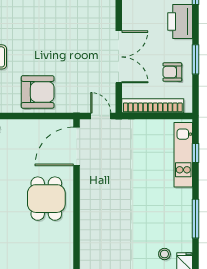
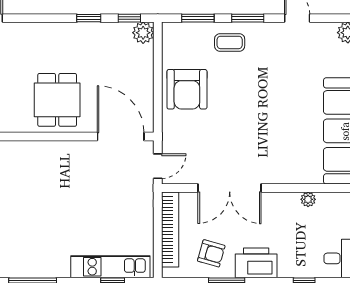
printer: (180, 21) -> (256, 263), moved
armchair: (172, 72) -> (211, 253), turned 106
dining table: (46, 199) -> (57, 100), turned 90

